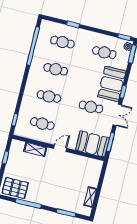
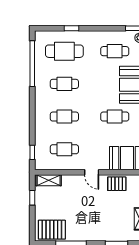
cafe table: (62, 42) -> (64, 51), width x1.37, depth x1.35
door: (60, 148) -> (92, 172), swing flipped
shelving: (35, 149) -> (49, 180), moved
pallet: (79, 163) -> (117, 184), added

